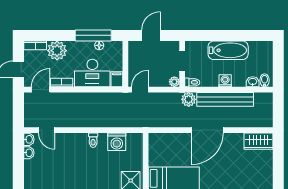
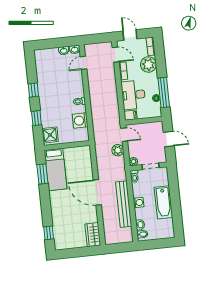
plant: (189, 99) -> (118, 150), moved

